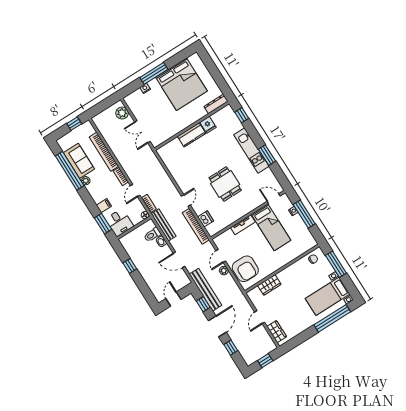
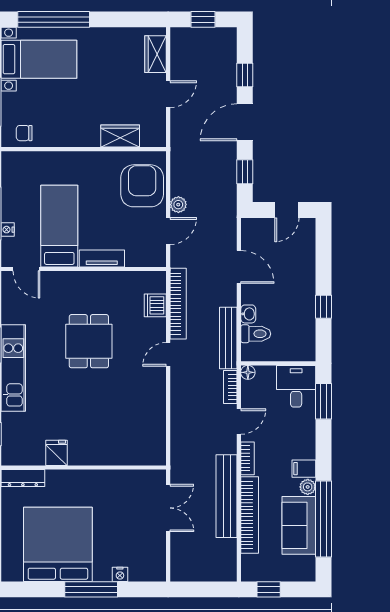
plant: (122, 113) -> (182, 558), removed
kitchen counter: (192, 135) -> (93, 453), removed
filing cabinet: (104, 206) -> (304, 469), moved
bench: (206, 290) -> (227, 496), moved

